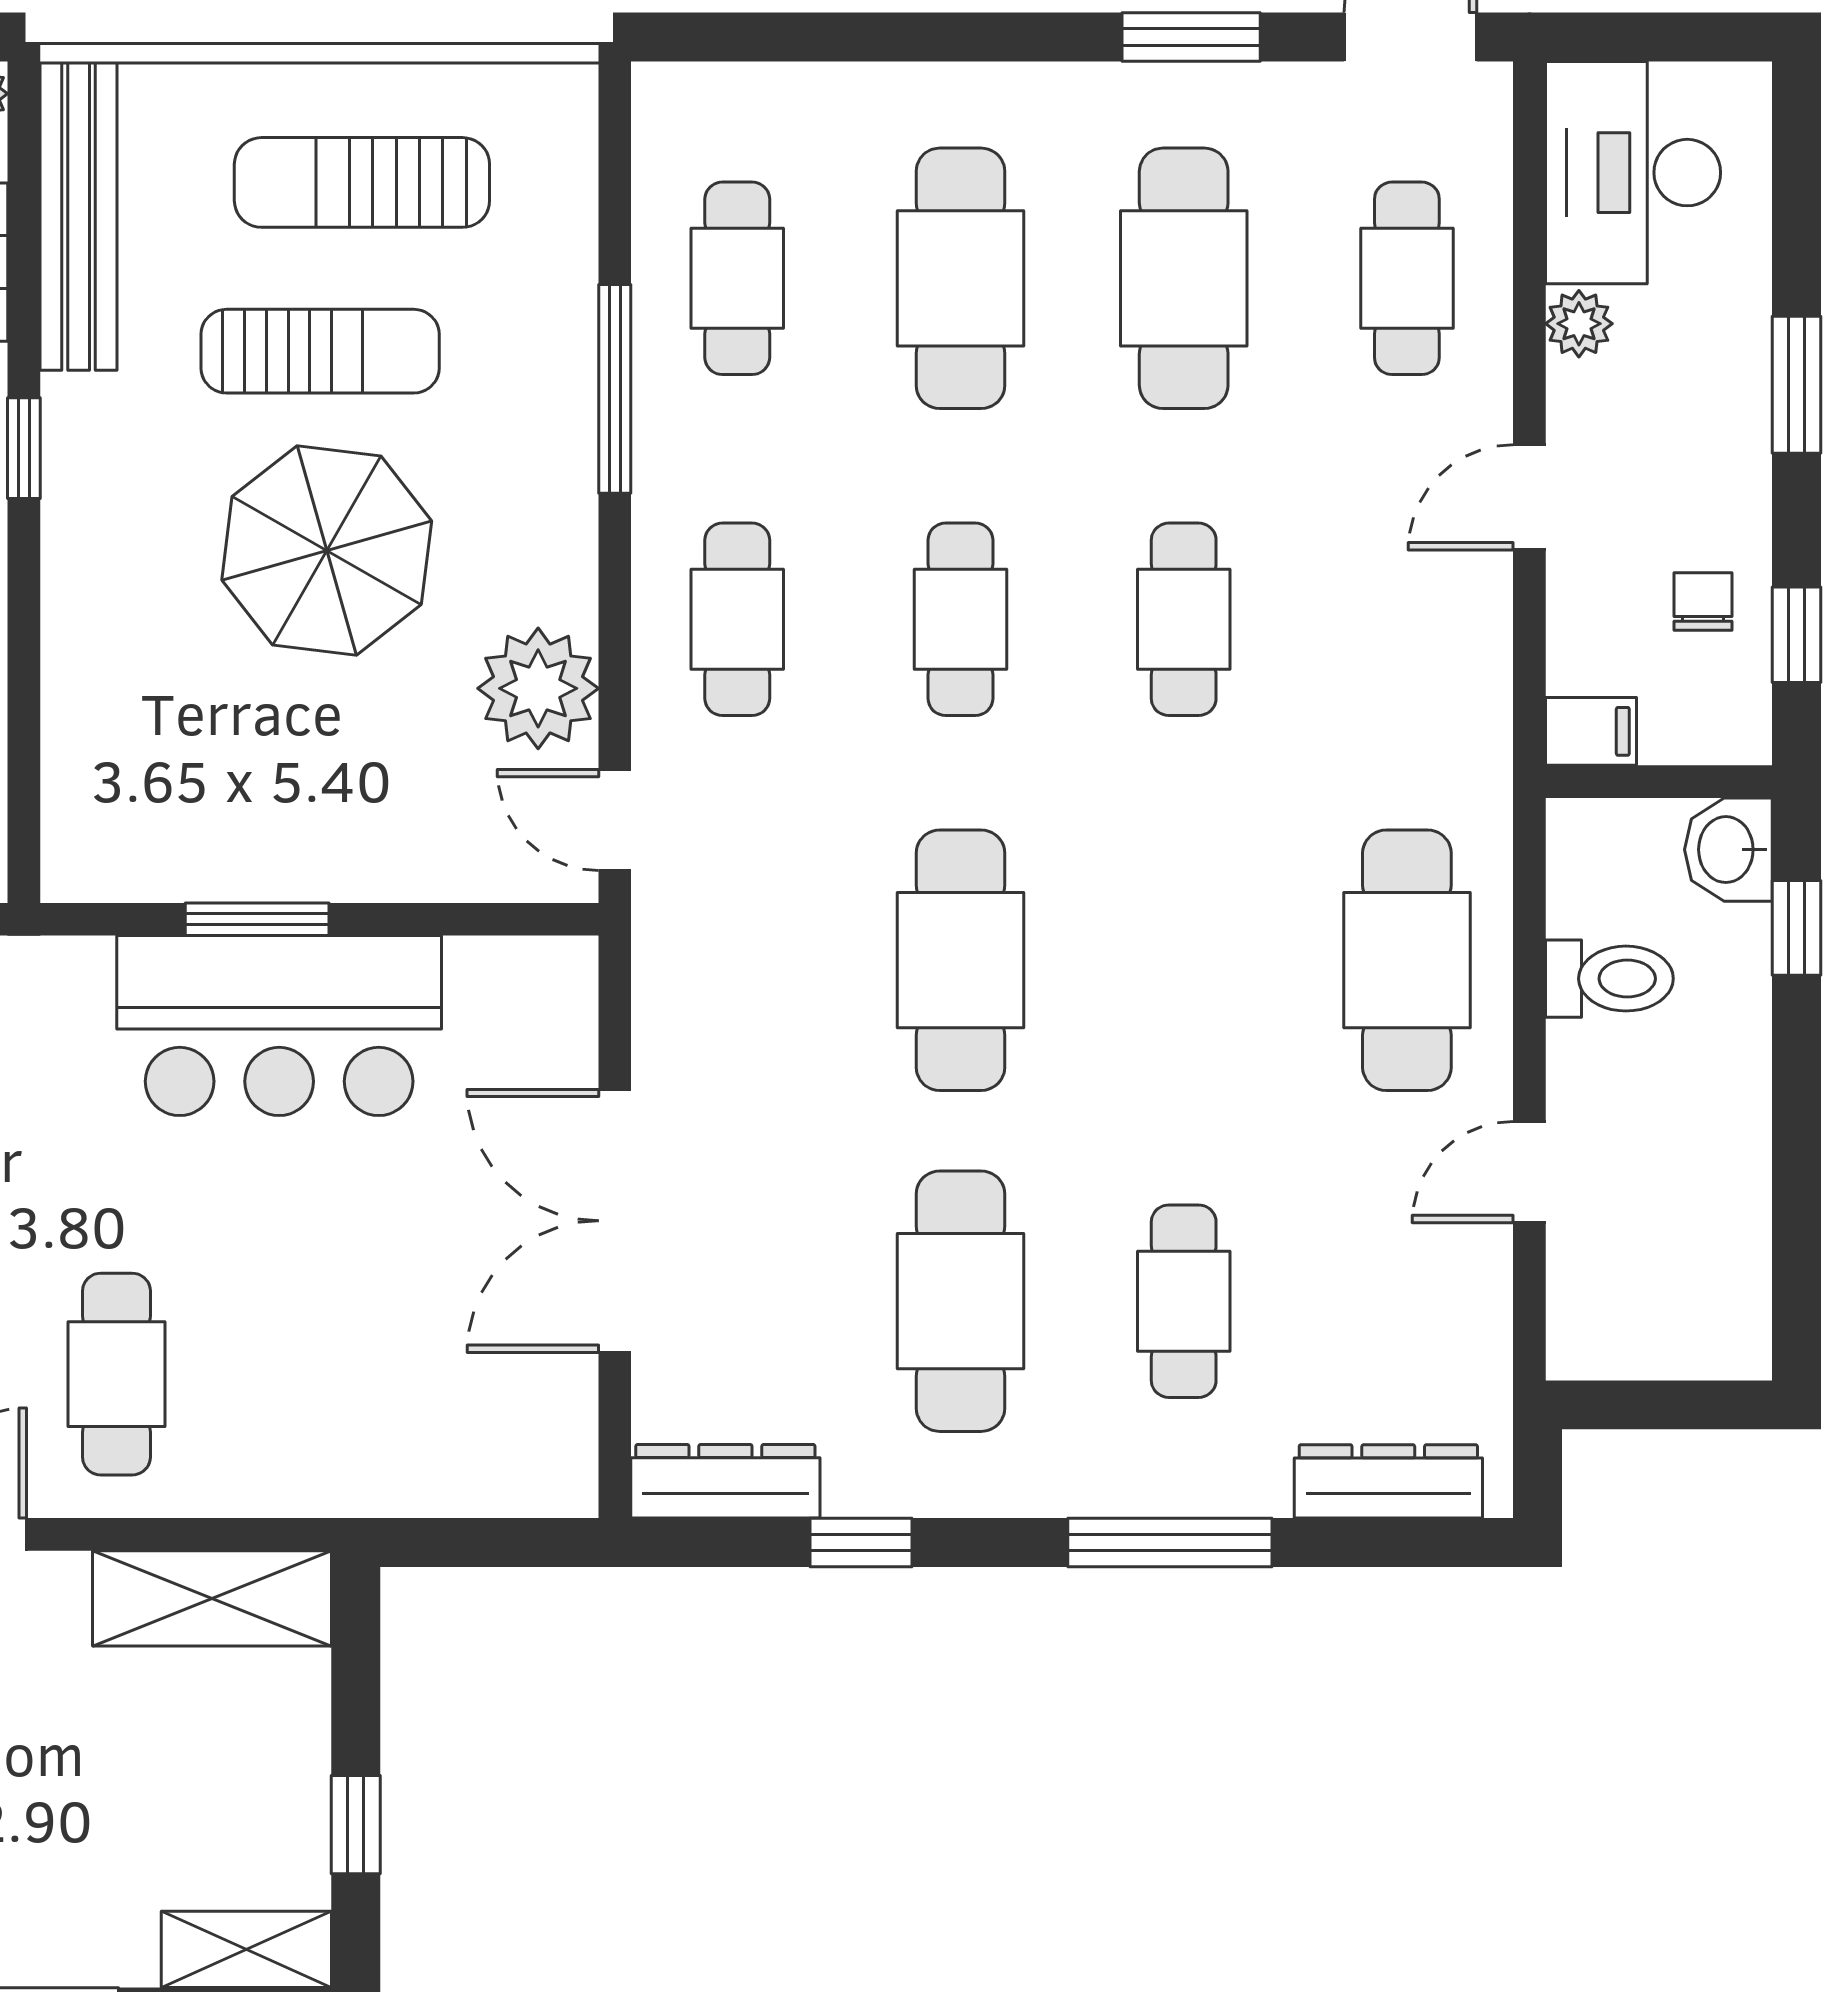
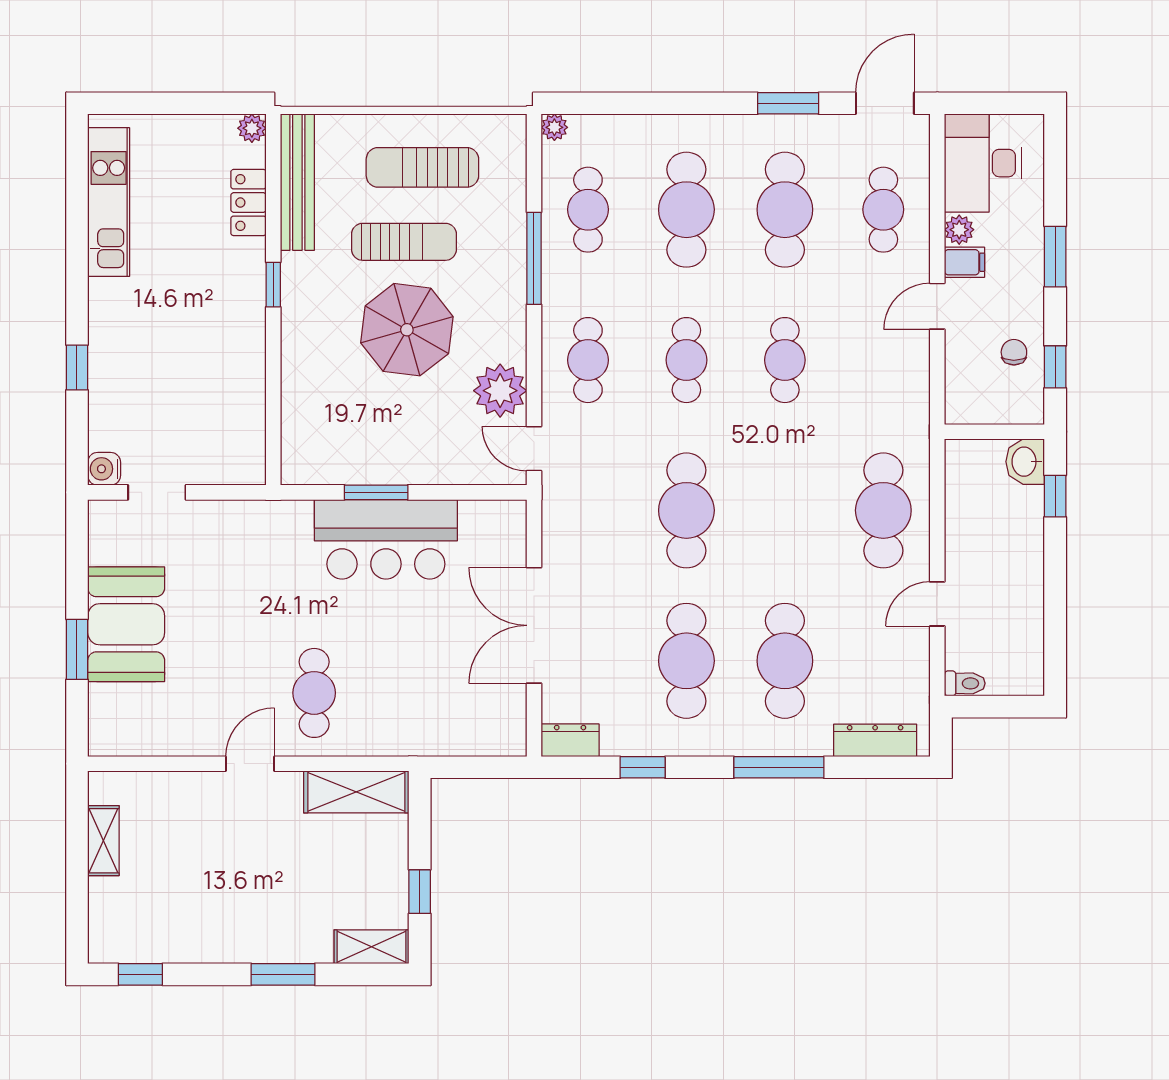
plant: (661, 91) -> (554, 127), added
filing cabinet: (1591, 731) -> (965, 262), moved
toilet: (1609, 979) -> (965, 683), moved, width x0.73, depth x0.72
cafe table: (1184, 1301) -> (785, 661), width x1.37, depth x1.35
dresser: (725, 1481) -> (570, 740), width x0.70

